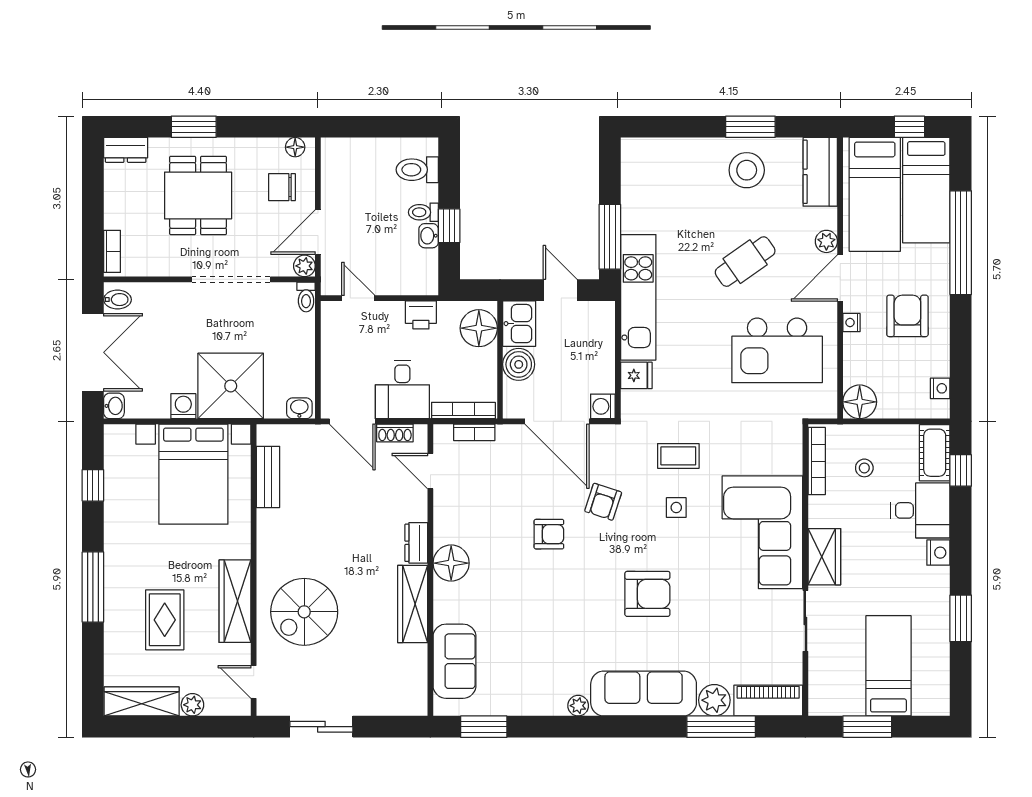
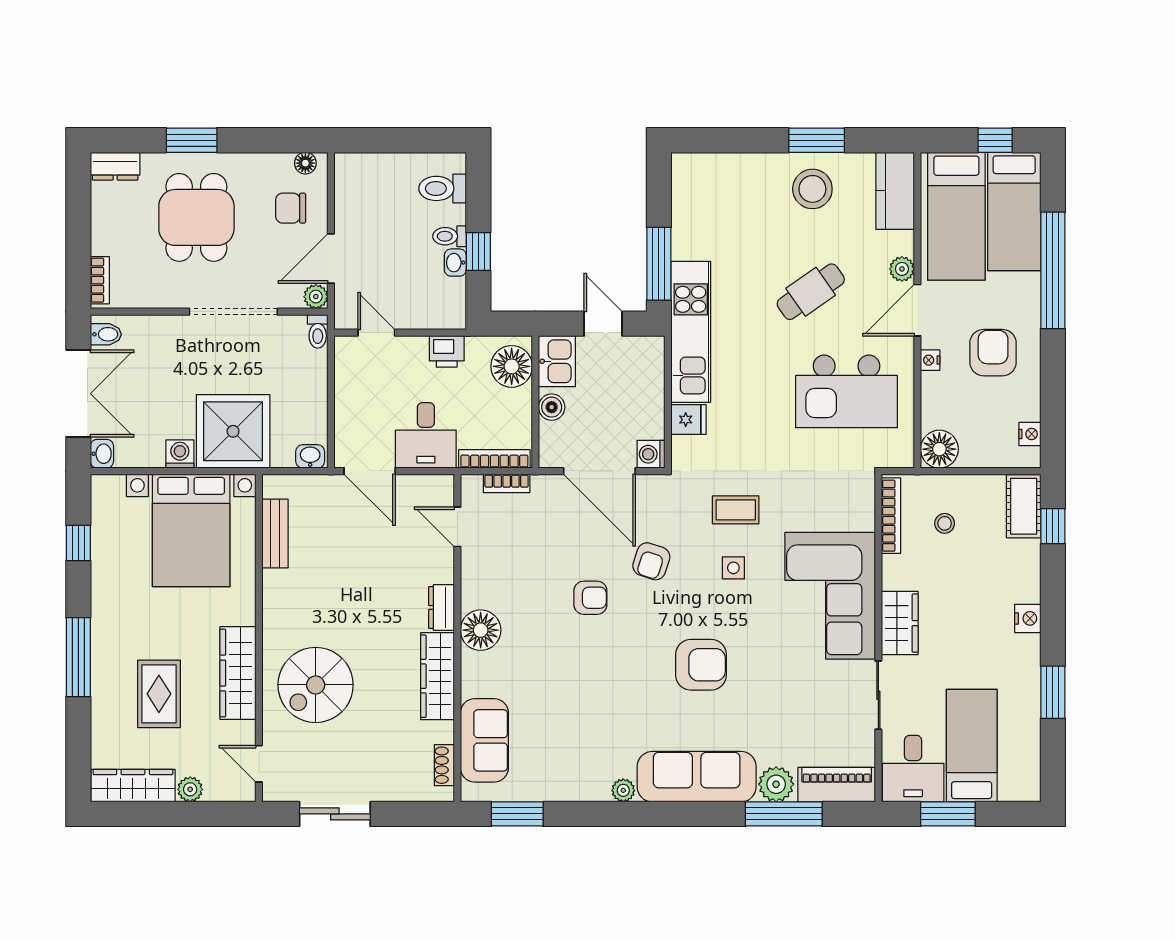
boiler: (519, 364) -> (552, 407), width x0.73, depth x0.73
shoe rack: (395, 433) -> (444, 765), moved, turned 90
desk: (920, 510) -> (913, 769), moved, turned 90

